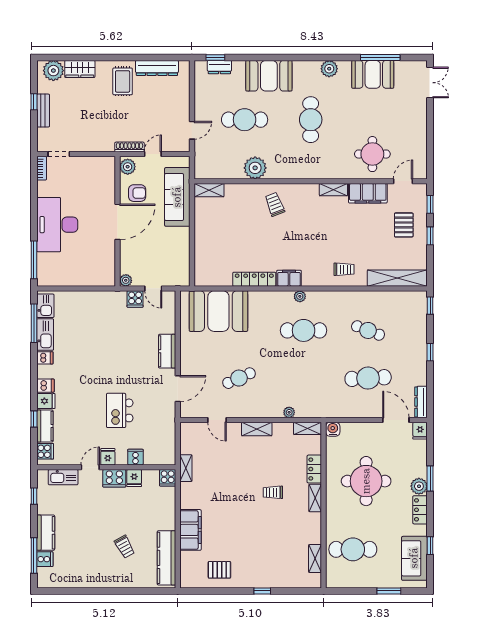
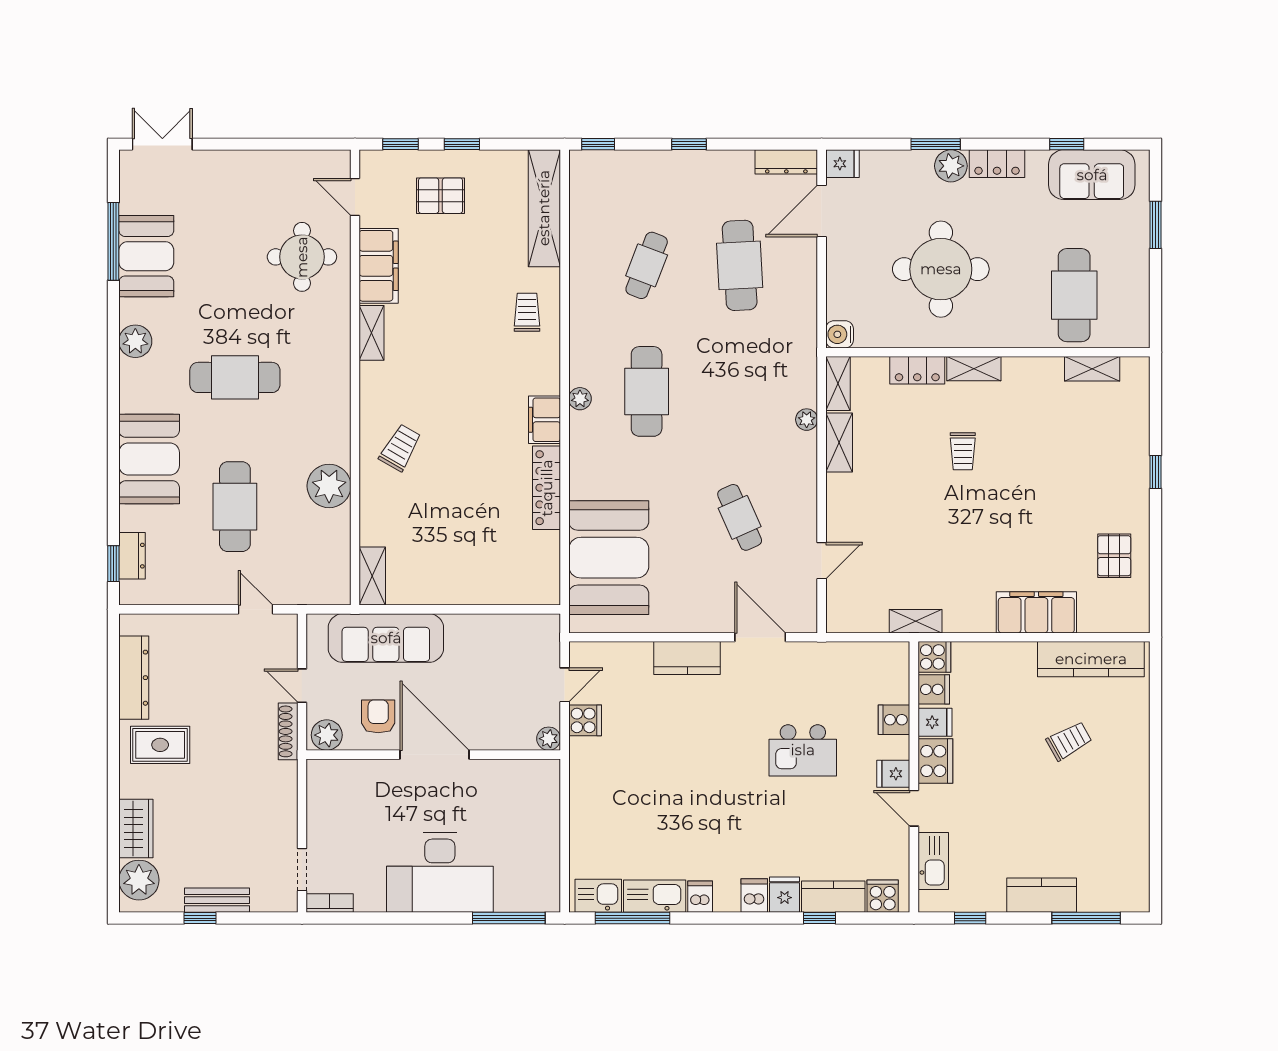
trolley: (275, 204) -> (400, 448), turned 141
shelving: (257, 429) -> (839, 442), moved
cooker: (45, 559) -> (934, 689), moved, turned 90

